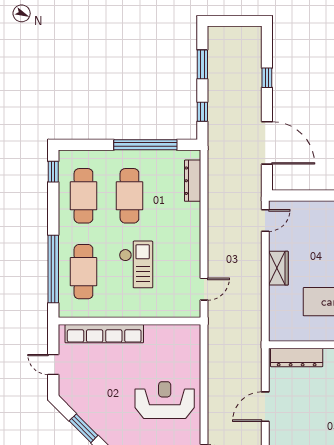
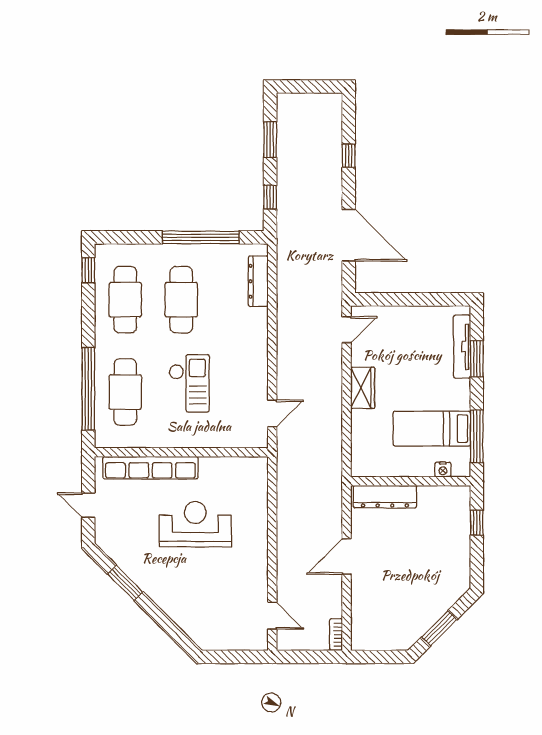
reception desk: (165, 400) -> (195, 524), moved

